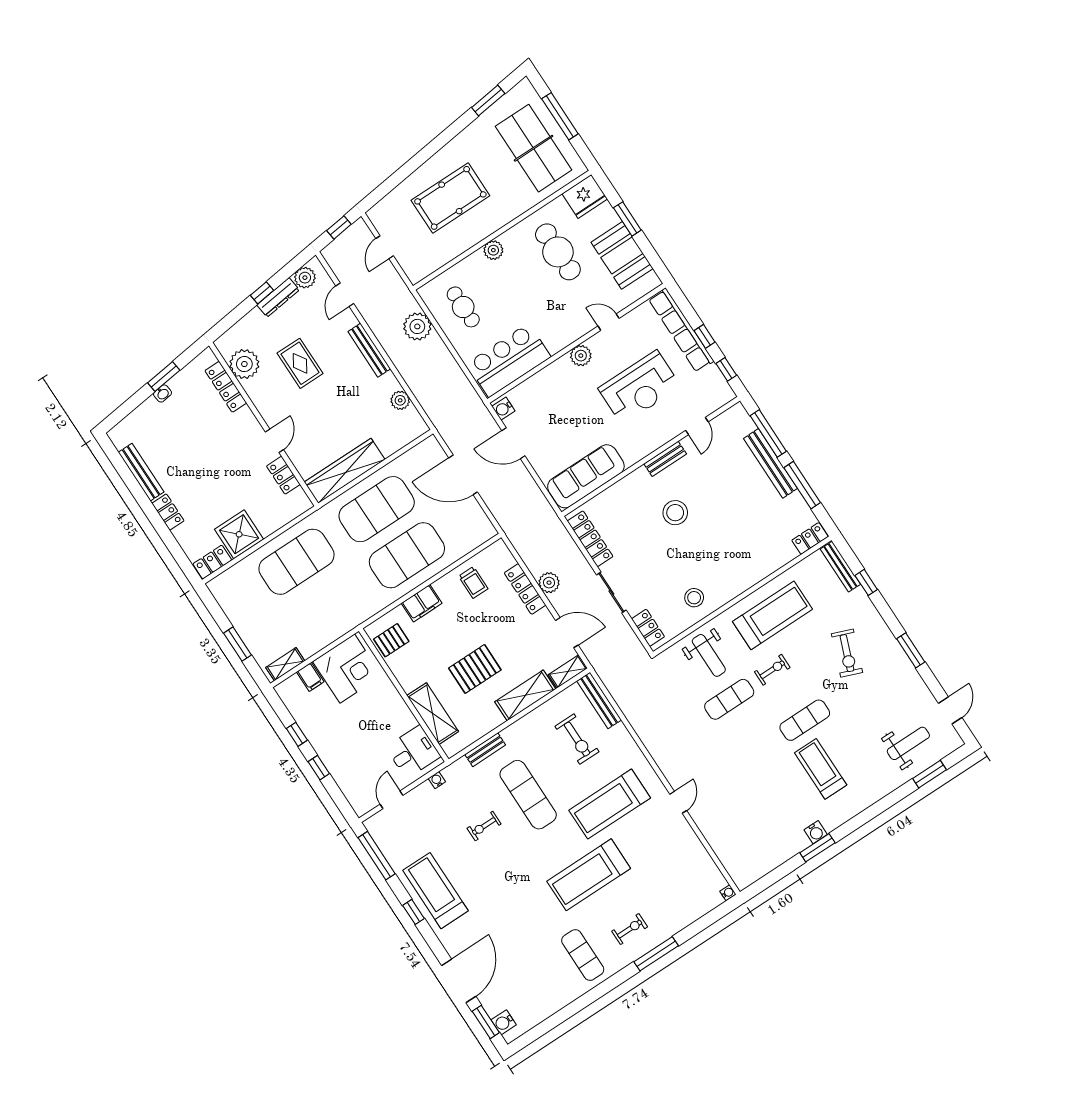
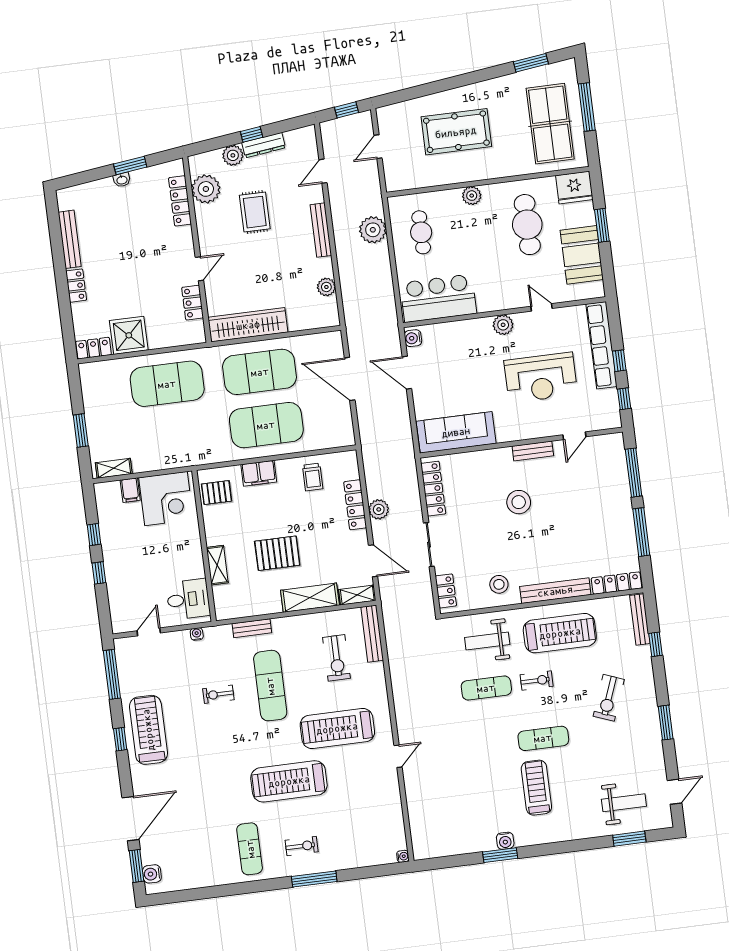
plant: (305, 278) -> (233, 155), moved
bench: (771, 463) -> (555, 591), moved, turned 90
locker: (810, 538) -> (617, 583), width x1.53
weight bench: (709, 655) -> (487, 641), turned 90
shelving: (433, 714) -> (217, 565), width x0.67, depth x0.75

